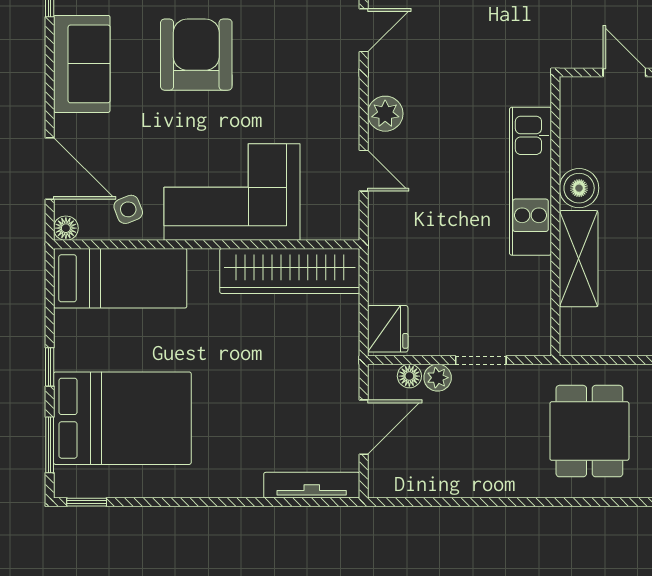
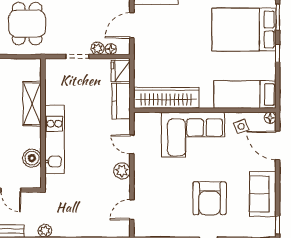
boiler: (579, 188) -> (32, 158), moved
kitchen counter: (387, 264) -> (121, 101), added

